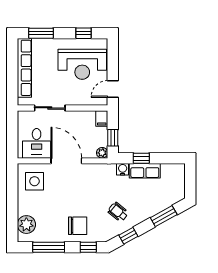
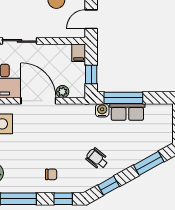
plant: (102, 153) -> (62, 92), moved
window: (141, 158) -> (123, 98), width x2.17
chair: (78, 226) -> (51, 174), width x0.54, depth x0.54

